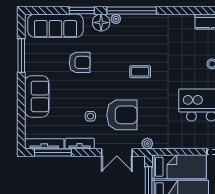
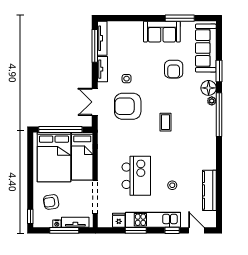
sofa: (37, 96) -> (162, 32), moved
armchair: (122, 115) -> (128, 106), turned 90
plant: (147, 144) -> (103, 128), removed

